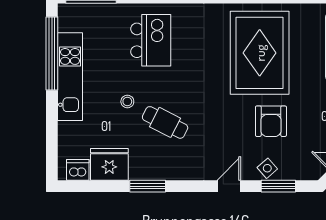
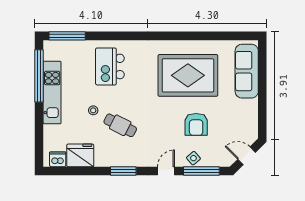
kitchen island: (151, 40) -> (110, 66), turned 180
rug: (260, 53) -> (188, 75), turned 90
window: (148, 186) -> (123, 171), moved
window: (278, 186) -> (201, 171), width x1.44

